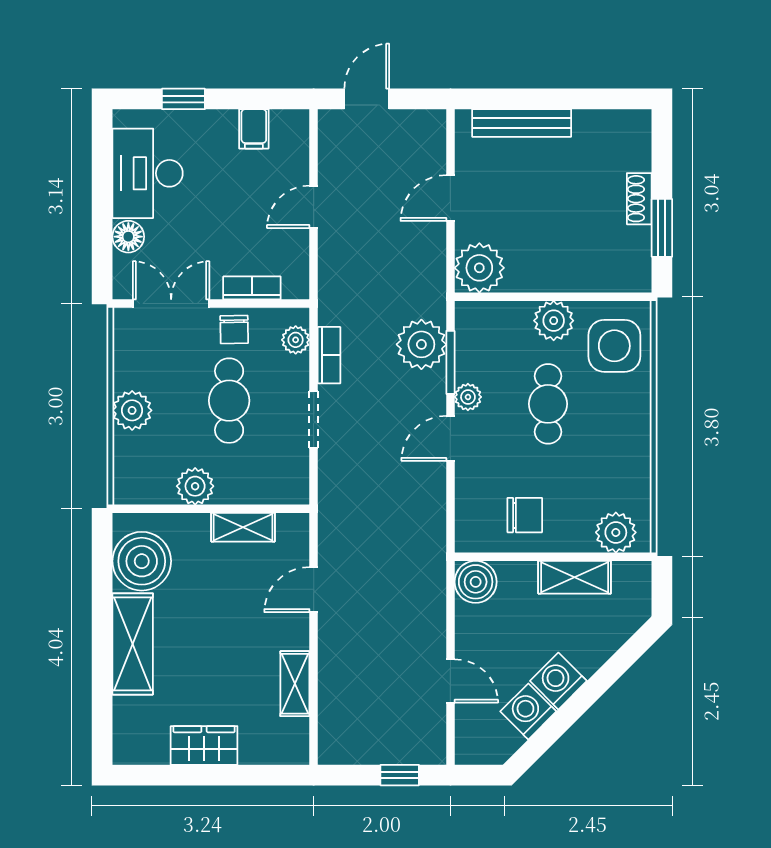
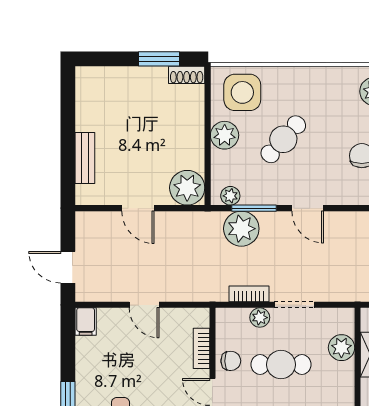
bench: (522, 123) -> (85, 158), width x0.73
filing cabinet: (254, 129) -> (86, 322), moved, turned 90
shoe rack: (639, 199) -> (187, 75), moved
plant: (296, 340) -> (260, 318), moved
plant: (468, 397) -> (230, 196), moved
cafe table: (548, 404) -> (283, 139), turned -48
plant: (195, 486) -> (341, 348), moved

